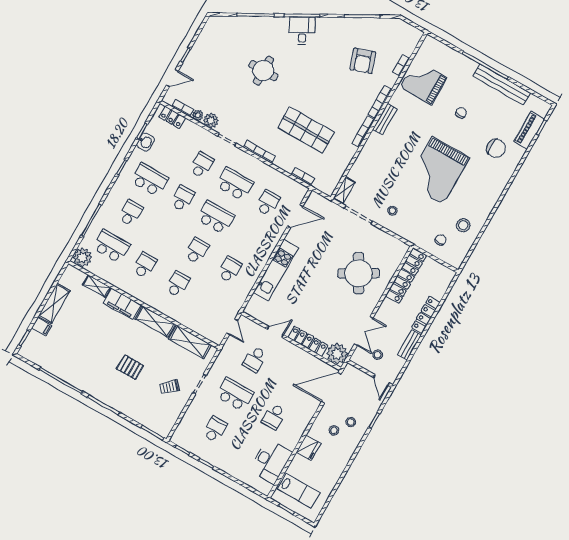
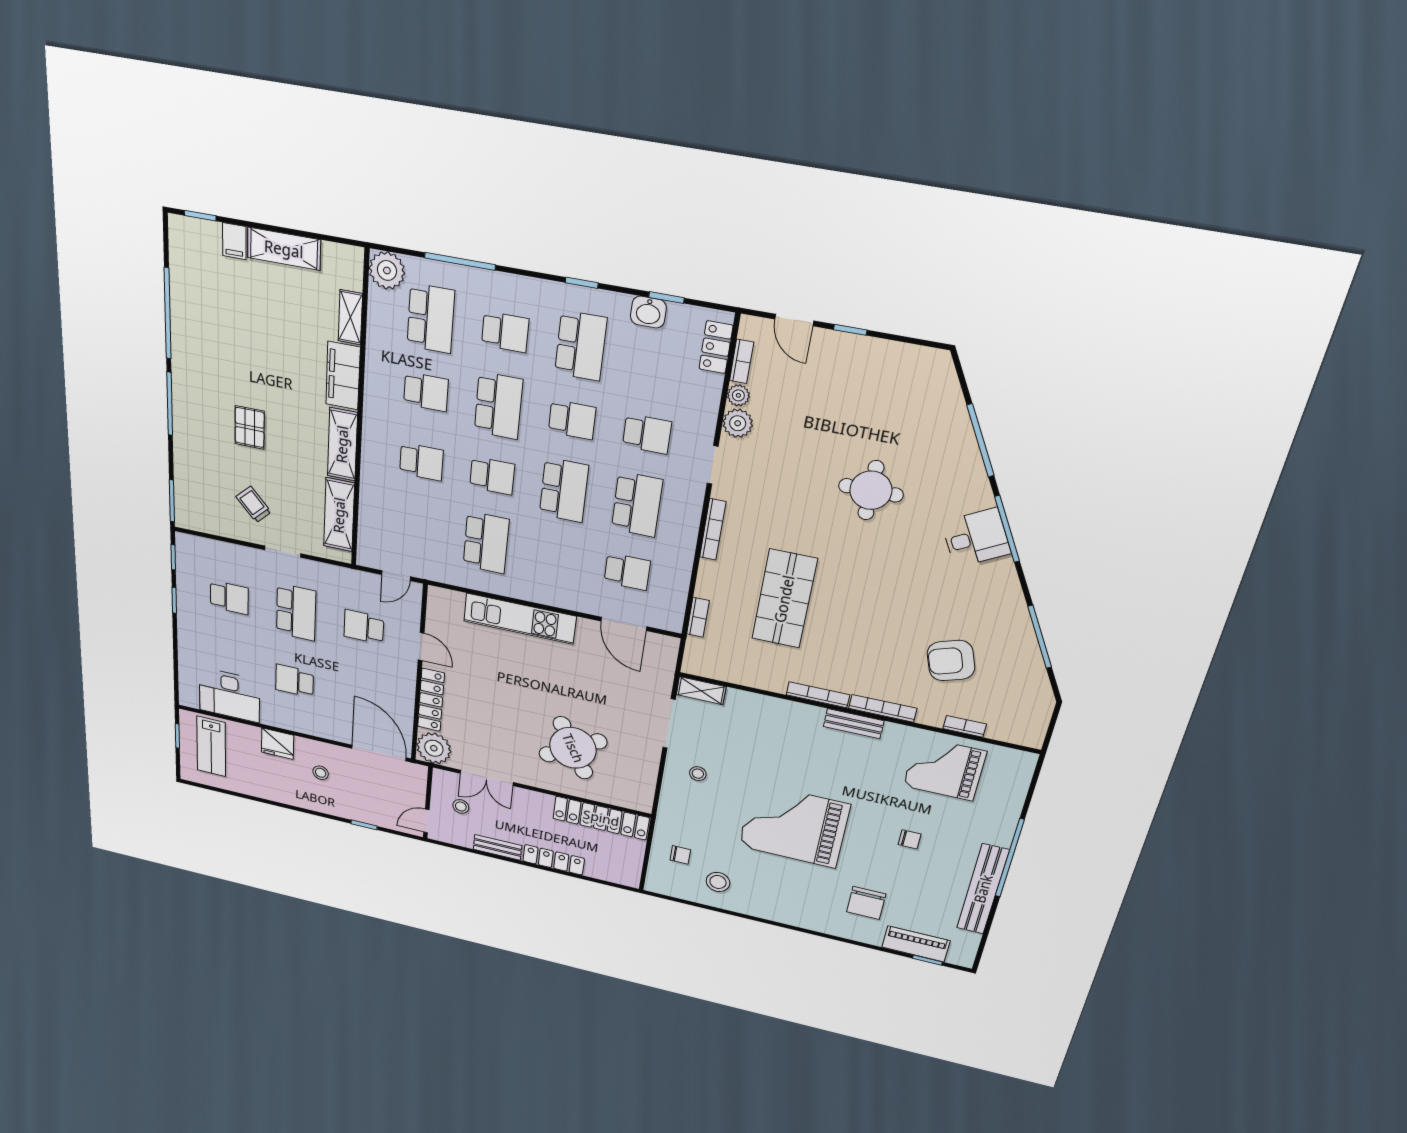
grand piano: (423, 82) -> (945, 769), turned -90
school desk: (164, 232) -> (498, 406), added
school desk: (230, 270) -> (486, 543), width x1.85
stool: (351, 422) -> (345, 793), removed

